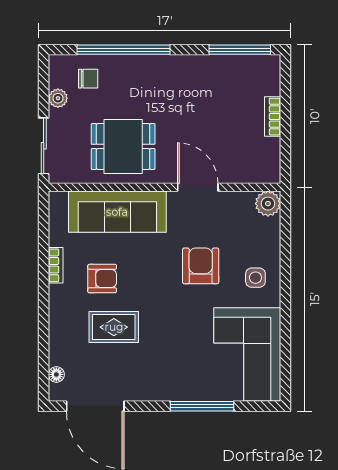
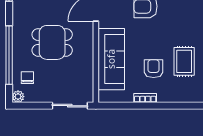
plant: (58, 98) -> (18, 97), moved
dining table: (123, 146) -> (52, 42), moved, turned 90

